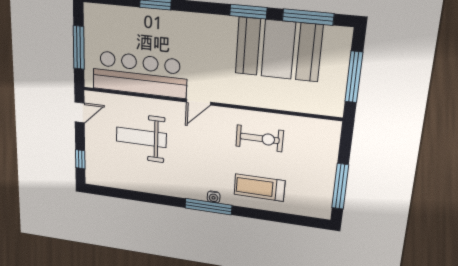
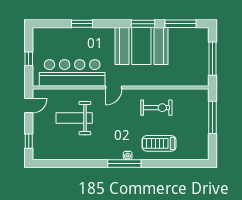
window: (79, 48) -> (29, 59), width x0.46
booth: (278, 49) -> (141, 46), moved
window: (340, 186) -> (212, 117), moved

